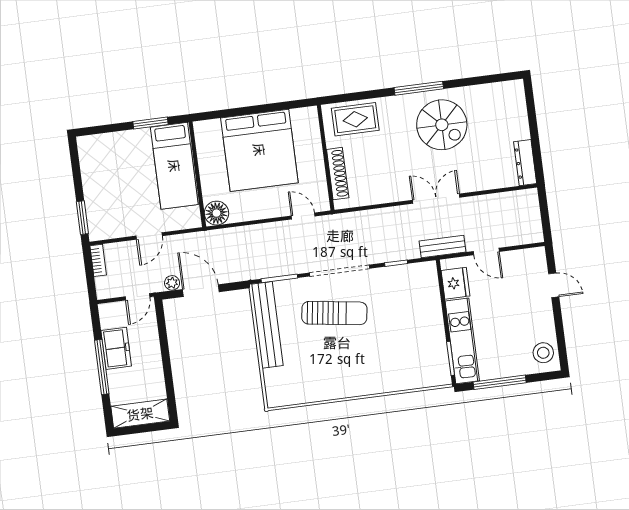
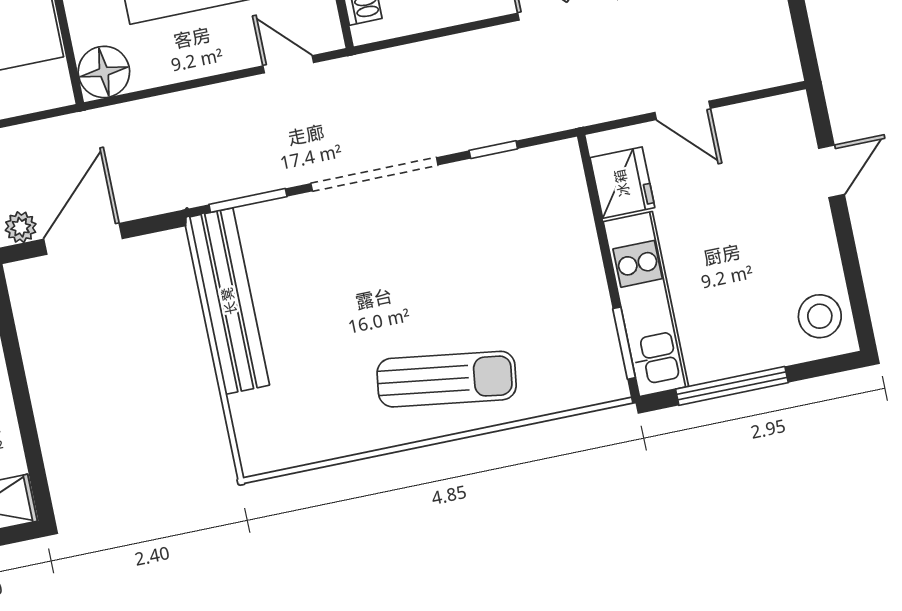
bench: (442, 247) -> (589, 107), removed
door: (554, 285) -> (831, 171), hinge flipped
door: (201, 291) -> (83, 239), hinge flipped
sun lounger: (334, 313) -> (447, 379), moved

